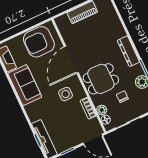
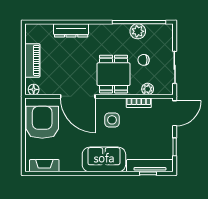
armchair: (39, 42) -> (42, 122), turned 180
dresser: (128, 51) -> (71, 30), moved
sofa: (25, 85) -> (104, 159), moved
floor lamp: (106, 120) -> (34, 89), moved

